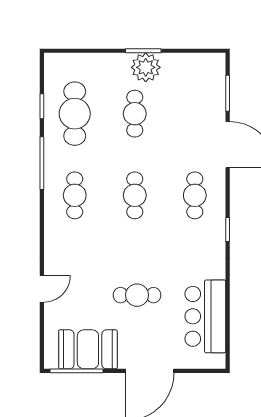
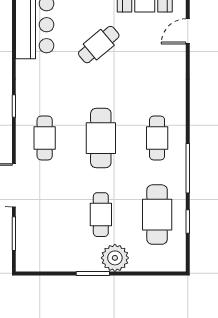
plant: (146, 67) -> (115, 258), moved
cafe table: (135, 195) -> (101, 138), width x1.37, depth x1.35
door: (42, 289) -> (188, 31), moved
cafe table: (137, 295) -> (99, 45), turned -40

